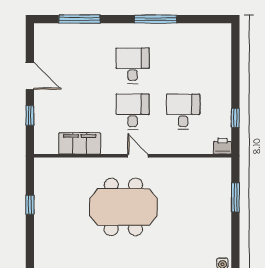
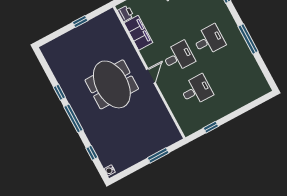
printer: (223, 146) -> (126, 13), moved

